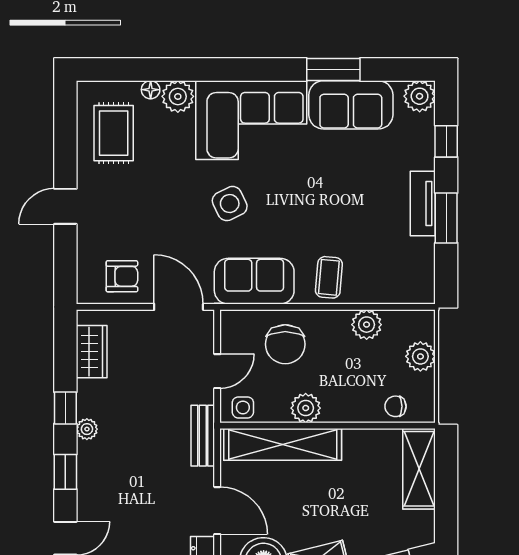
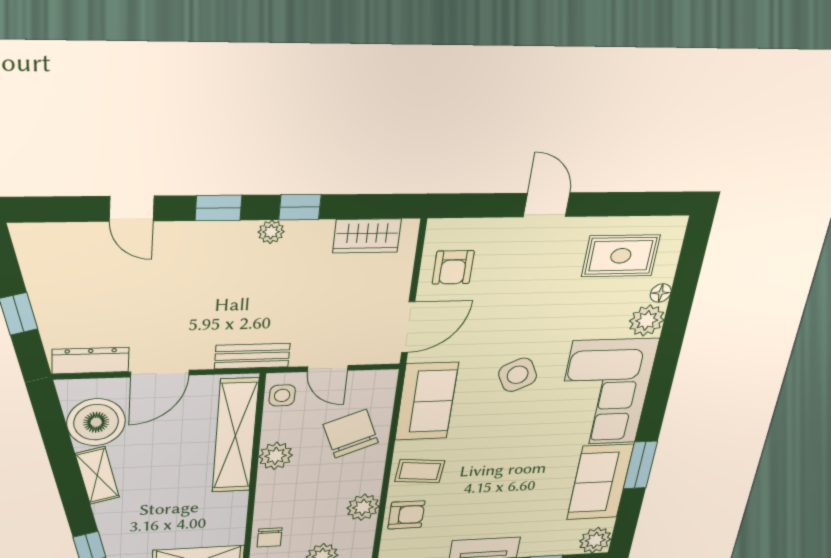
armchair: (378, 283) -> (406, 515), added
chair: (285, 344) -> (351, 434), turned 68
chair: (395, 406) -> (270, 537), turned 180

